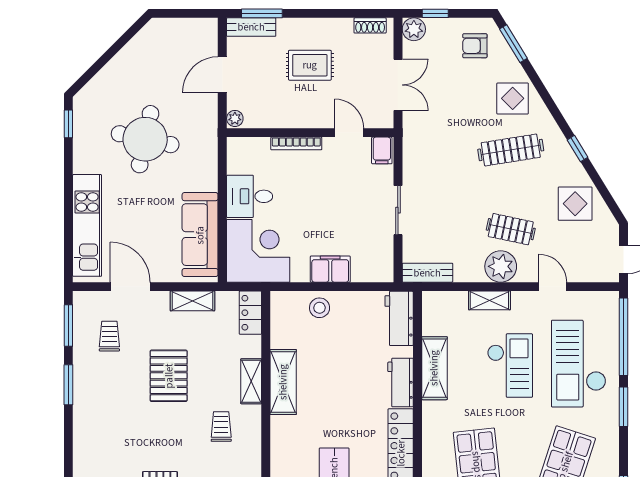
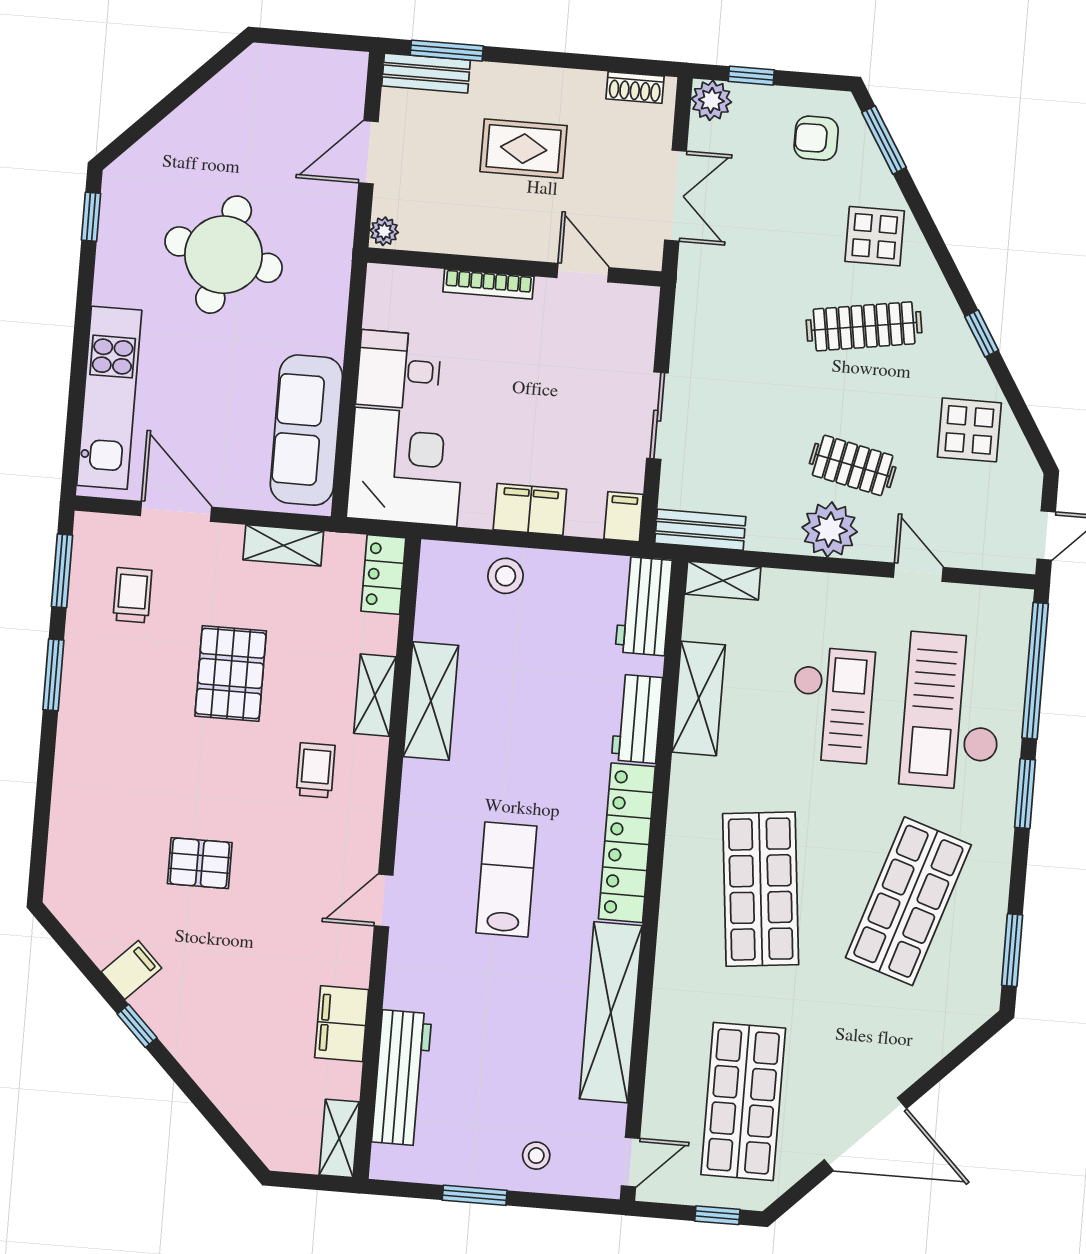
filing cabinet: (382, 150) -> (624, 517), moved, turned 180
shelving: (489, 300) -> (723, 581), moved

